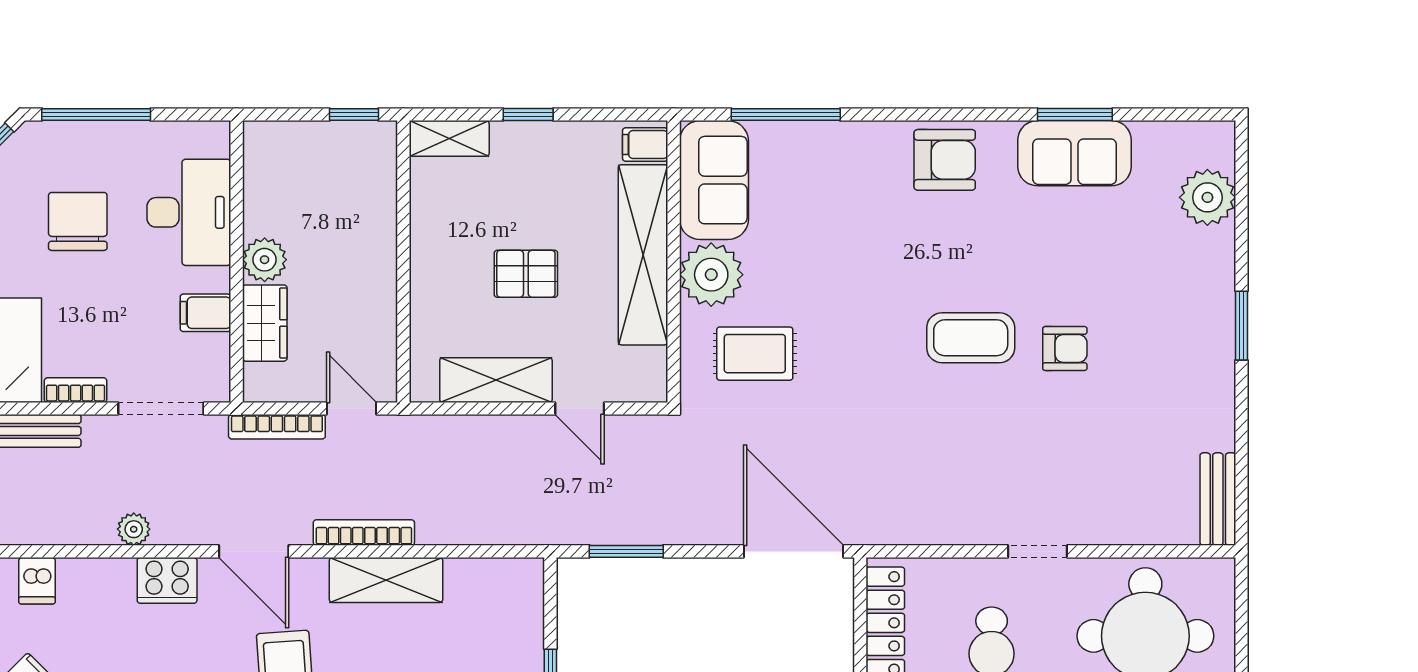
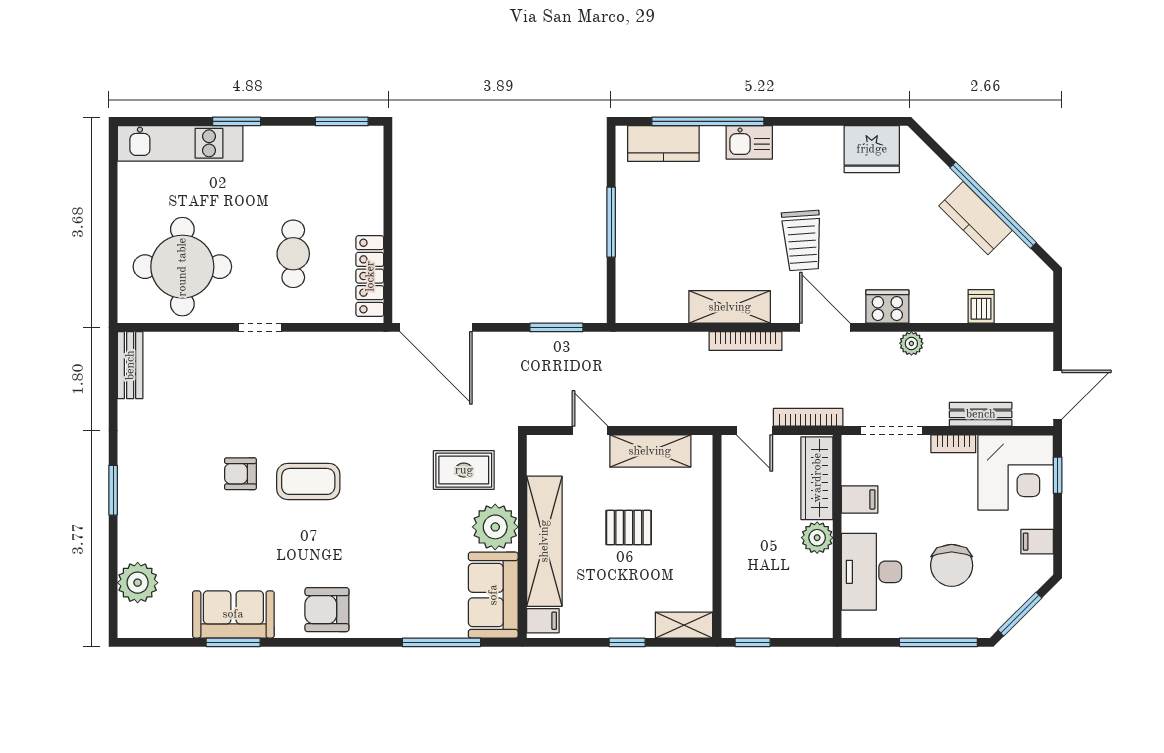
wardrobe: (265, 323) -> (817, 478), width x1.50

